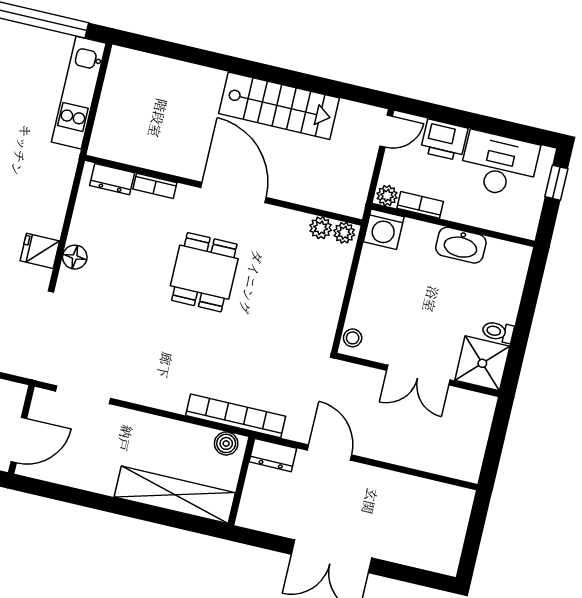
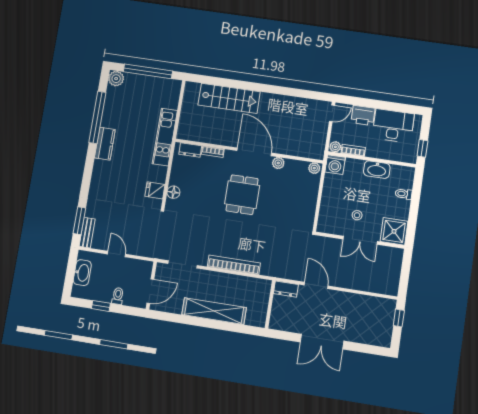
kitchen unit: (79, 93) -> (165, 137), moved
stairs: (279, 106) -> (229, 98), moved
window: (556, 183) -> (422, 148), moved
plant: (321, 228) -> (278, 163), moved
toilet: (498, 332) -> (404, 194), moved
stool: (353, 338) -> (357, 215), moved
bookcase: (236, 416) -> (234, 265), moved
boiler: (226, 443) -> (260, 285), removed
shelving: (175, 495) -> (214, 311), moved
window: (477, 524) -> (399, 318), added

